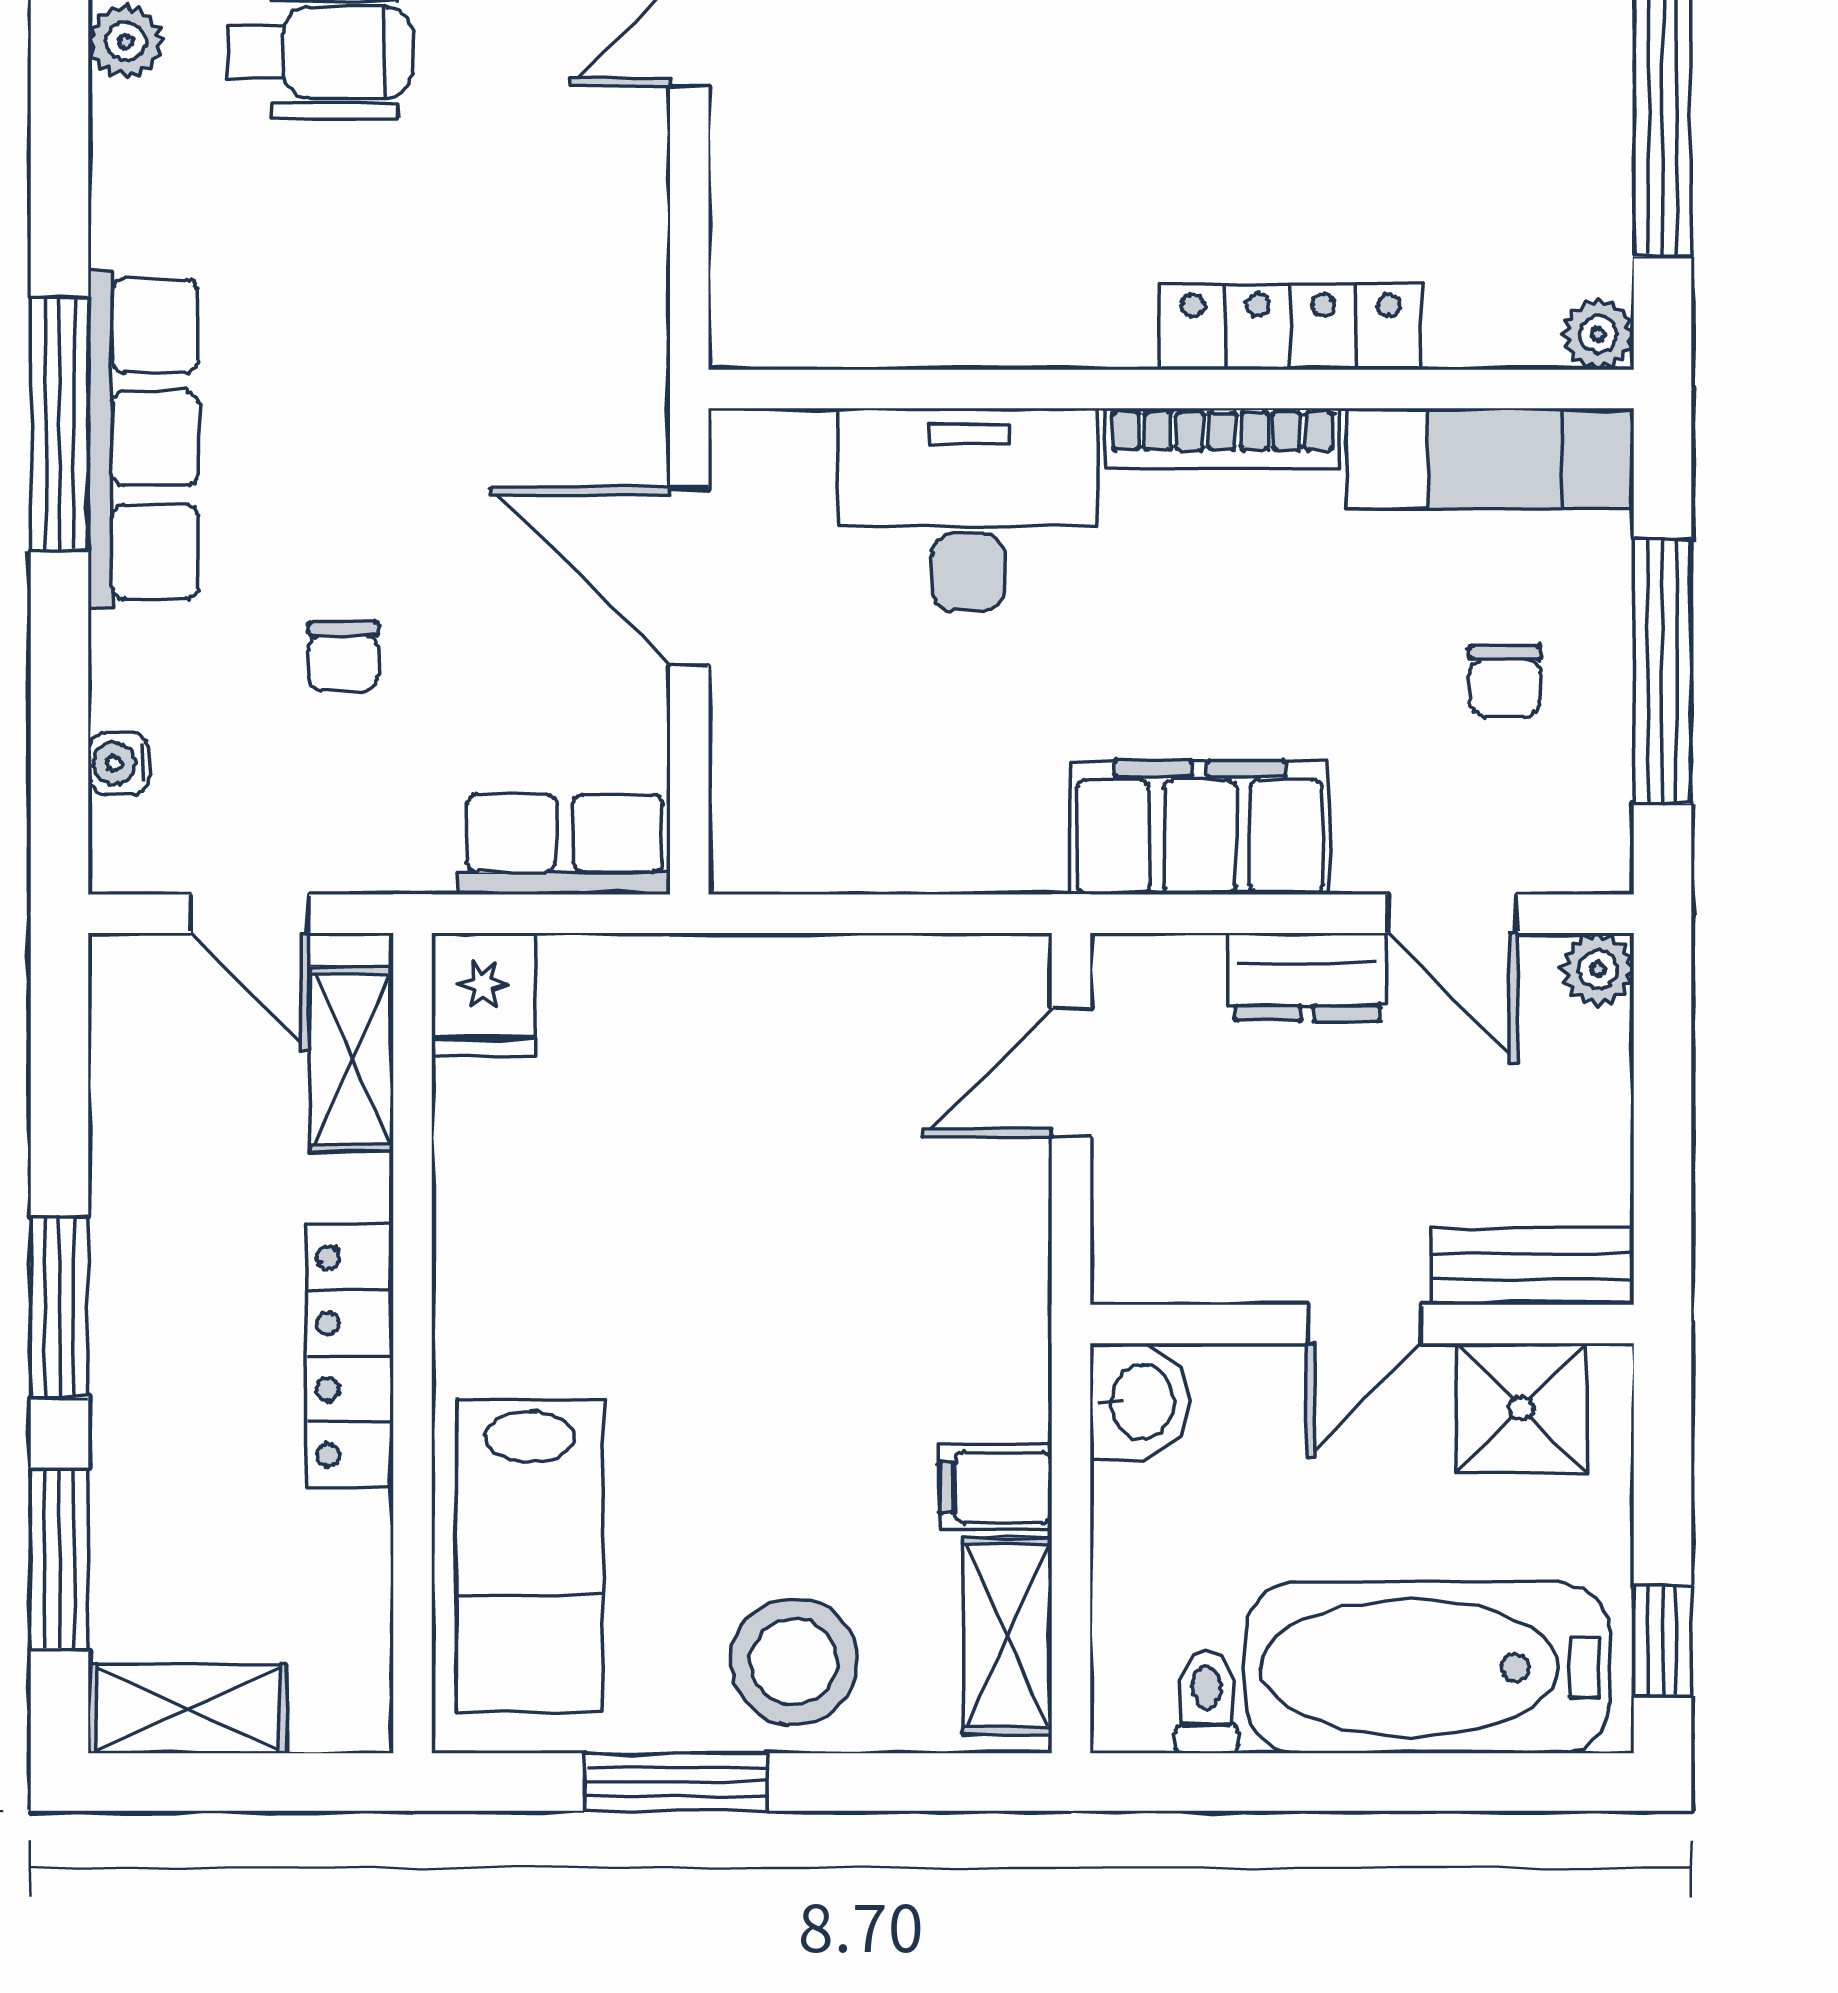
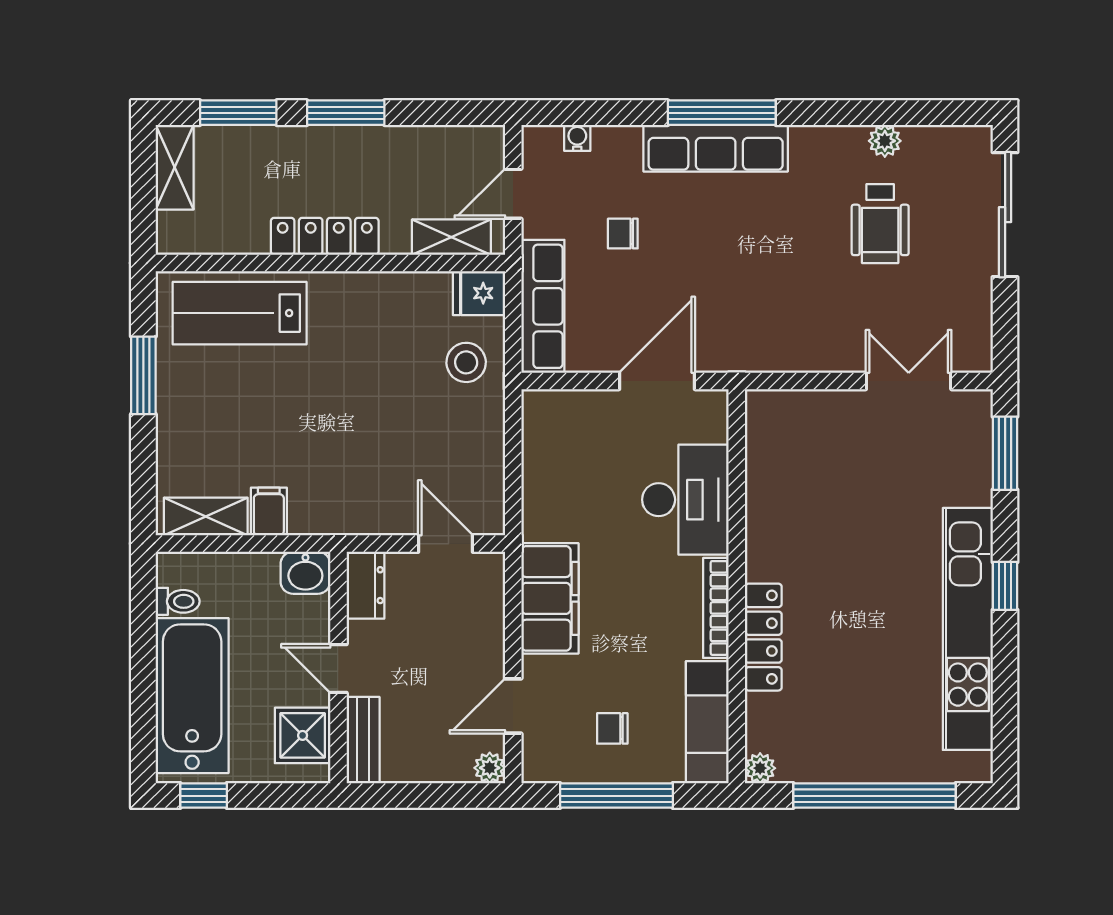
row of seats: (565, 844) -> (543, 306), width x1.48
dresser: (1307, 977) -> (365, 585), moved, turned 180
stool: (794, 1662) -> (466, 362), moved, width x0.73, depth x0.73

